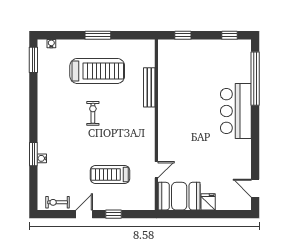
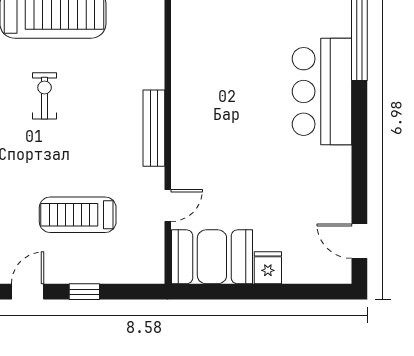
bench: (149, 87) -> (154, 128), moved

